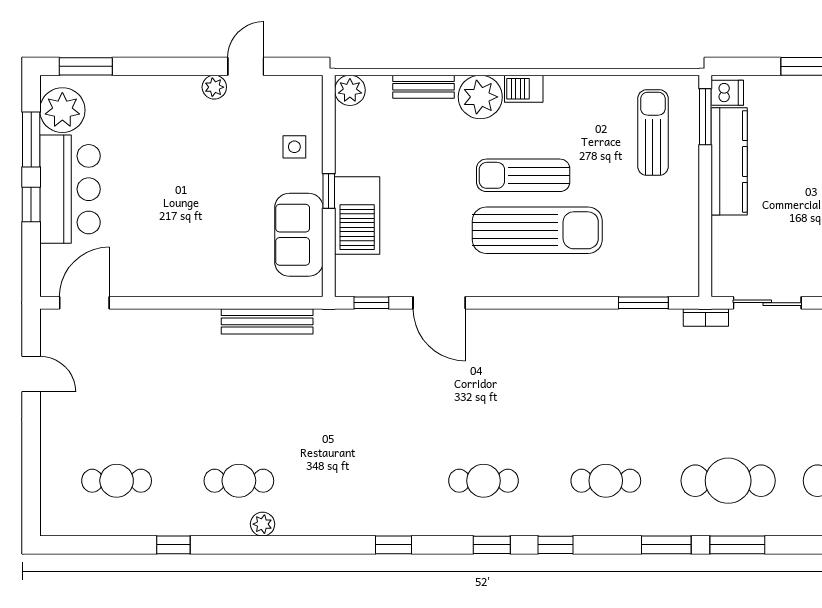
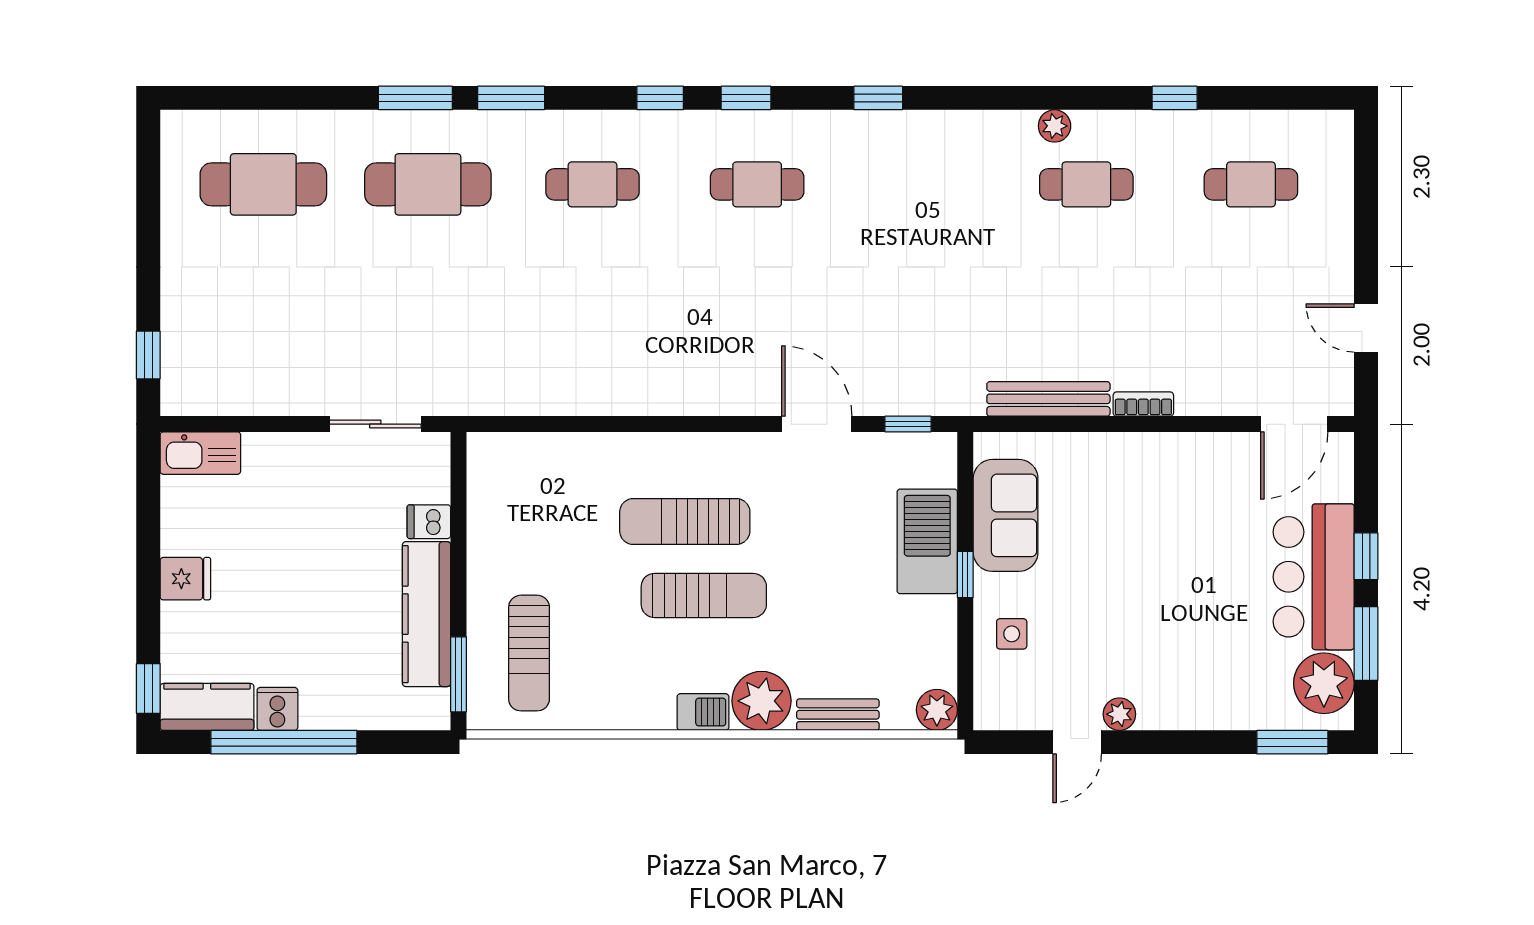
dishwasher: (727, 93) -> (429, 522), moved
sun lounger: (537, 230) -> (685, 522), width x0.73, depth x0.75
window: (643, 303) -> (542, 424), removed
bookcase: (706, 318) -> (1143, 404), moved

